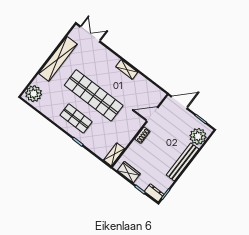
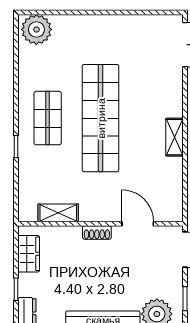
shelving: (58, 59) -> (114, 26), removed
shelving: (114, 154) -> (58, 213), moved

